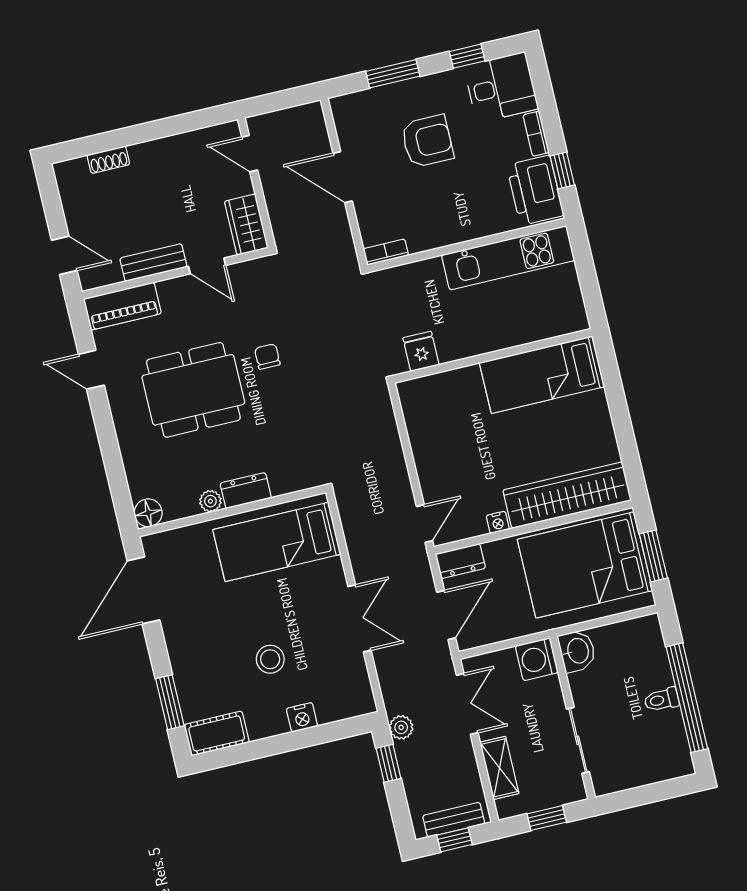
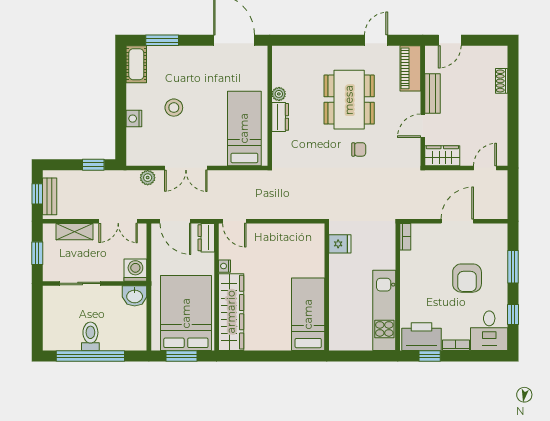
floor lamp: (148, 513) -> (281, 54), removed
toilet: (662, 700) -> (90, 336), width x1.37, depth x1.39
plant: (401, 727) -> (148, 178), moved

